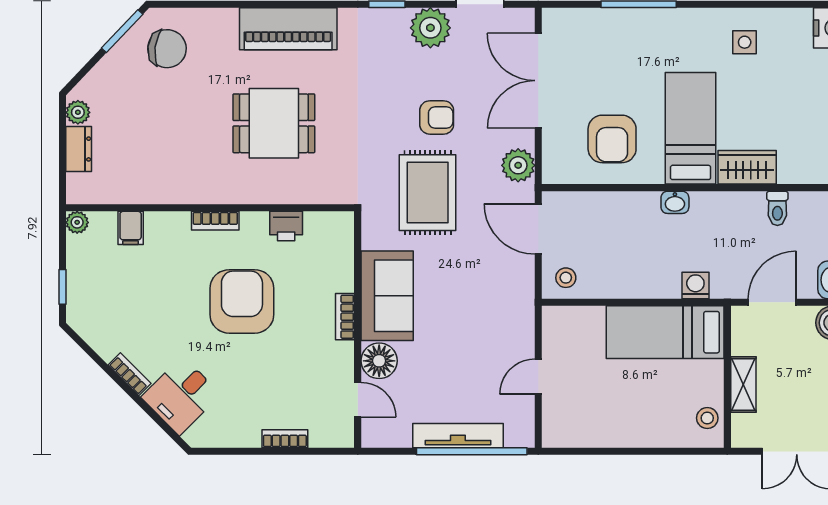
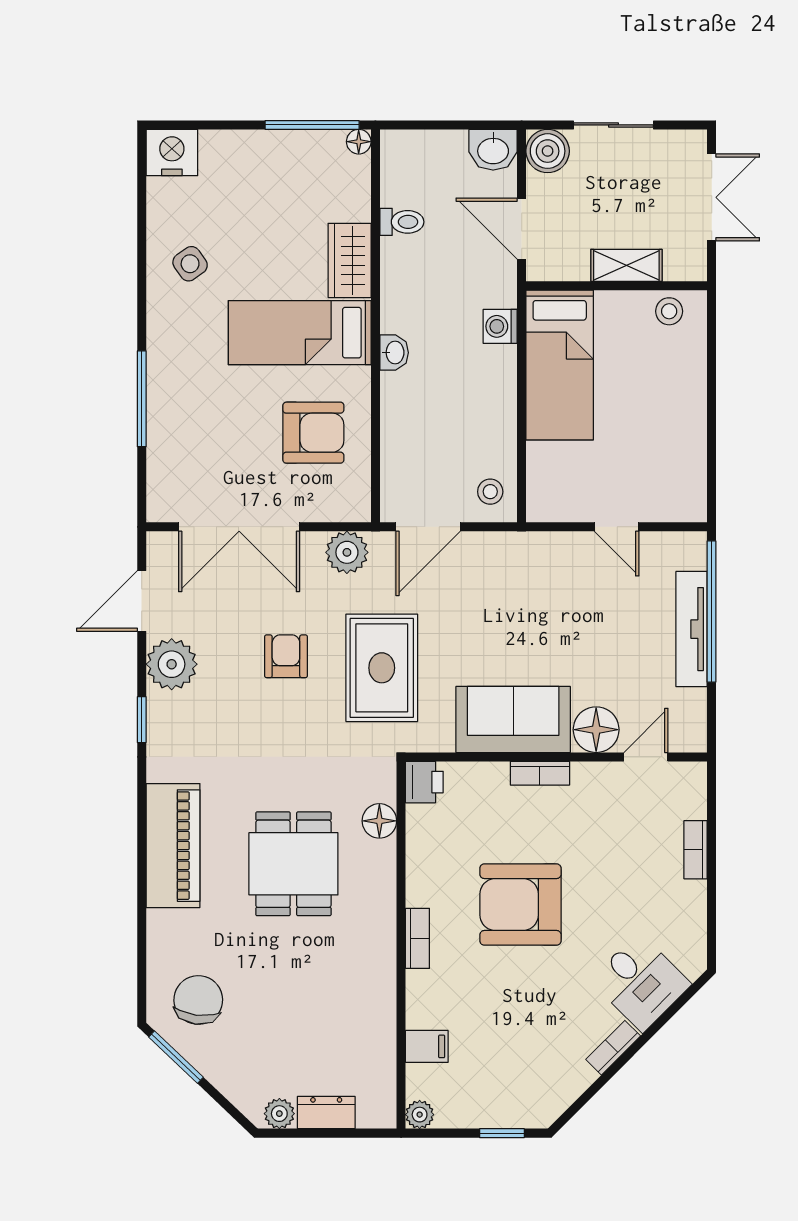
side table: (745, 42) -> (190, 264), turned -35
floor lamp: (307, 191) -> (379, 821), added
rug: (428, 193) -> (382, 668), turned 90
printer: (286, 226) -> (424, 782), moved

